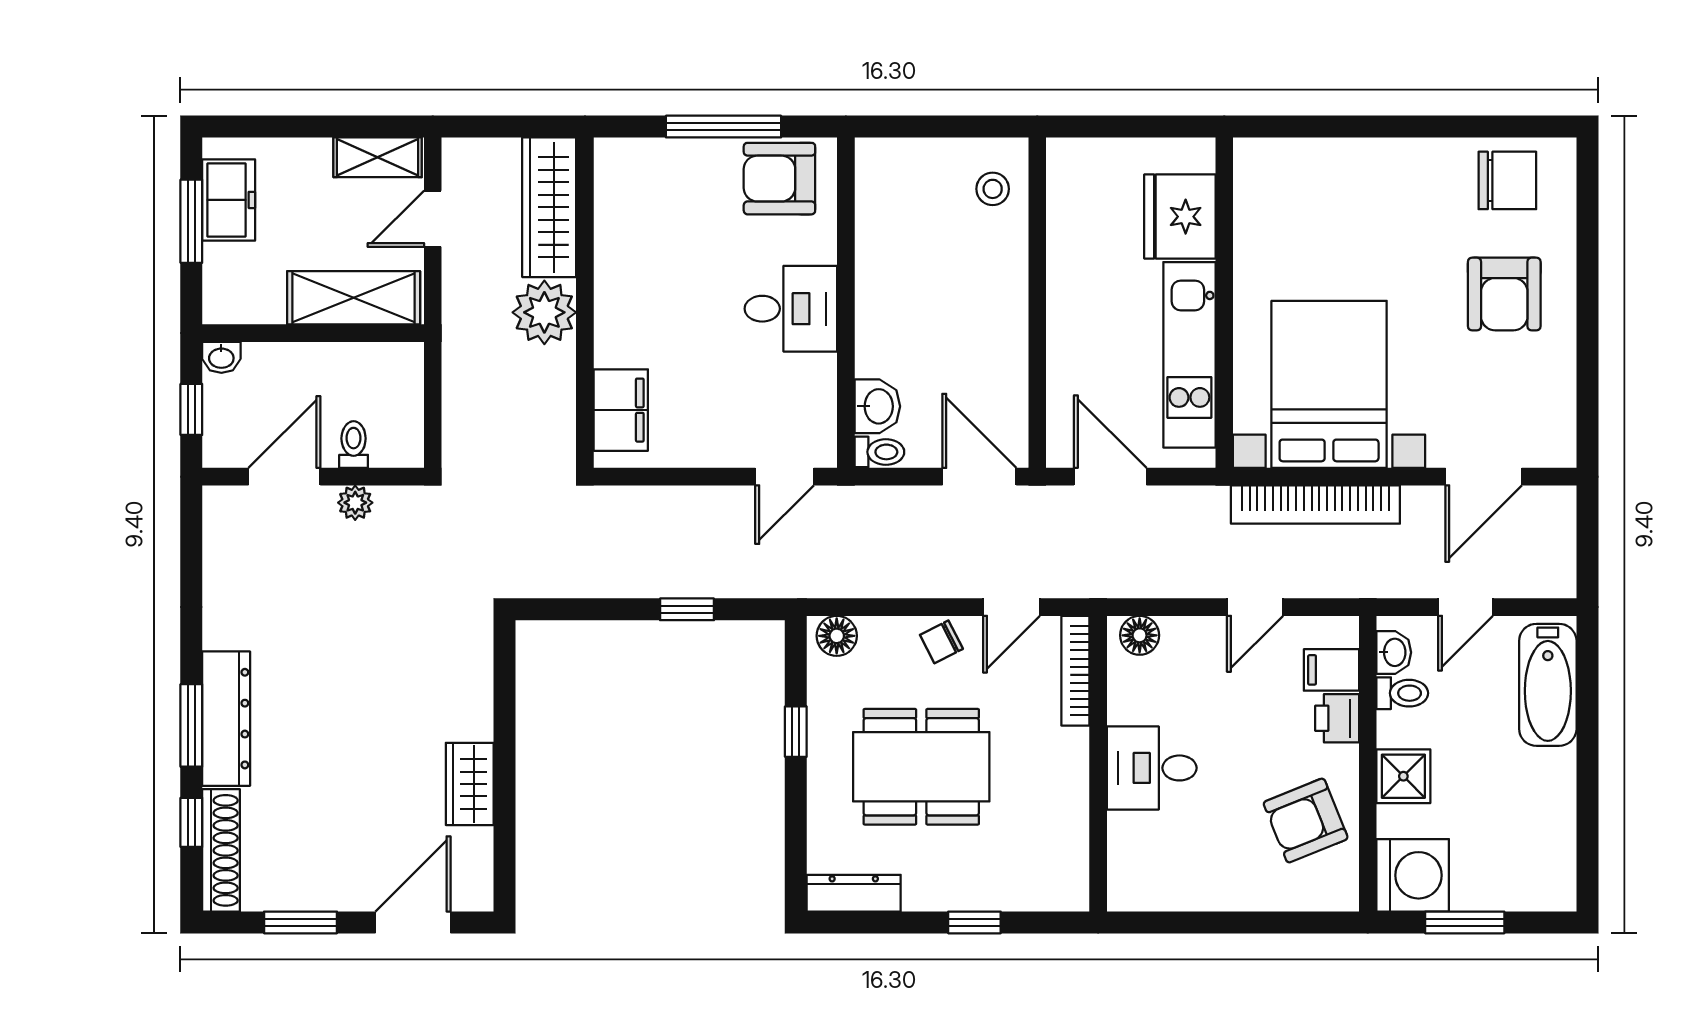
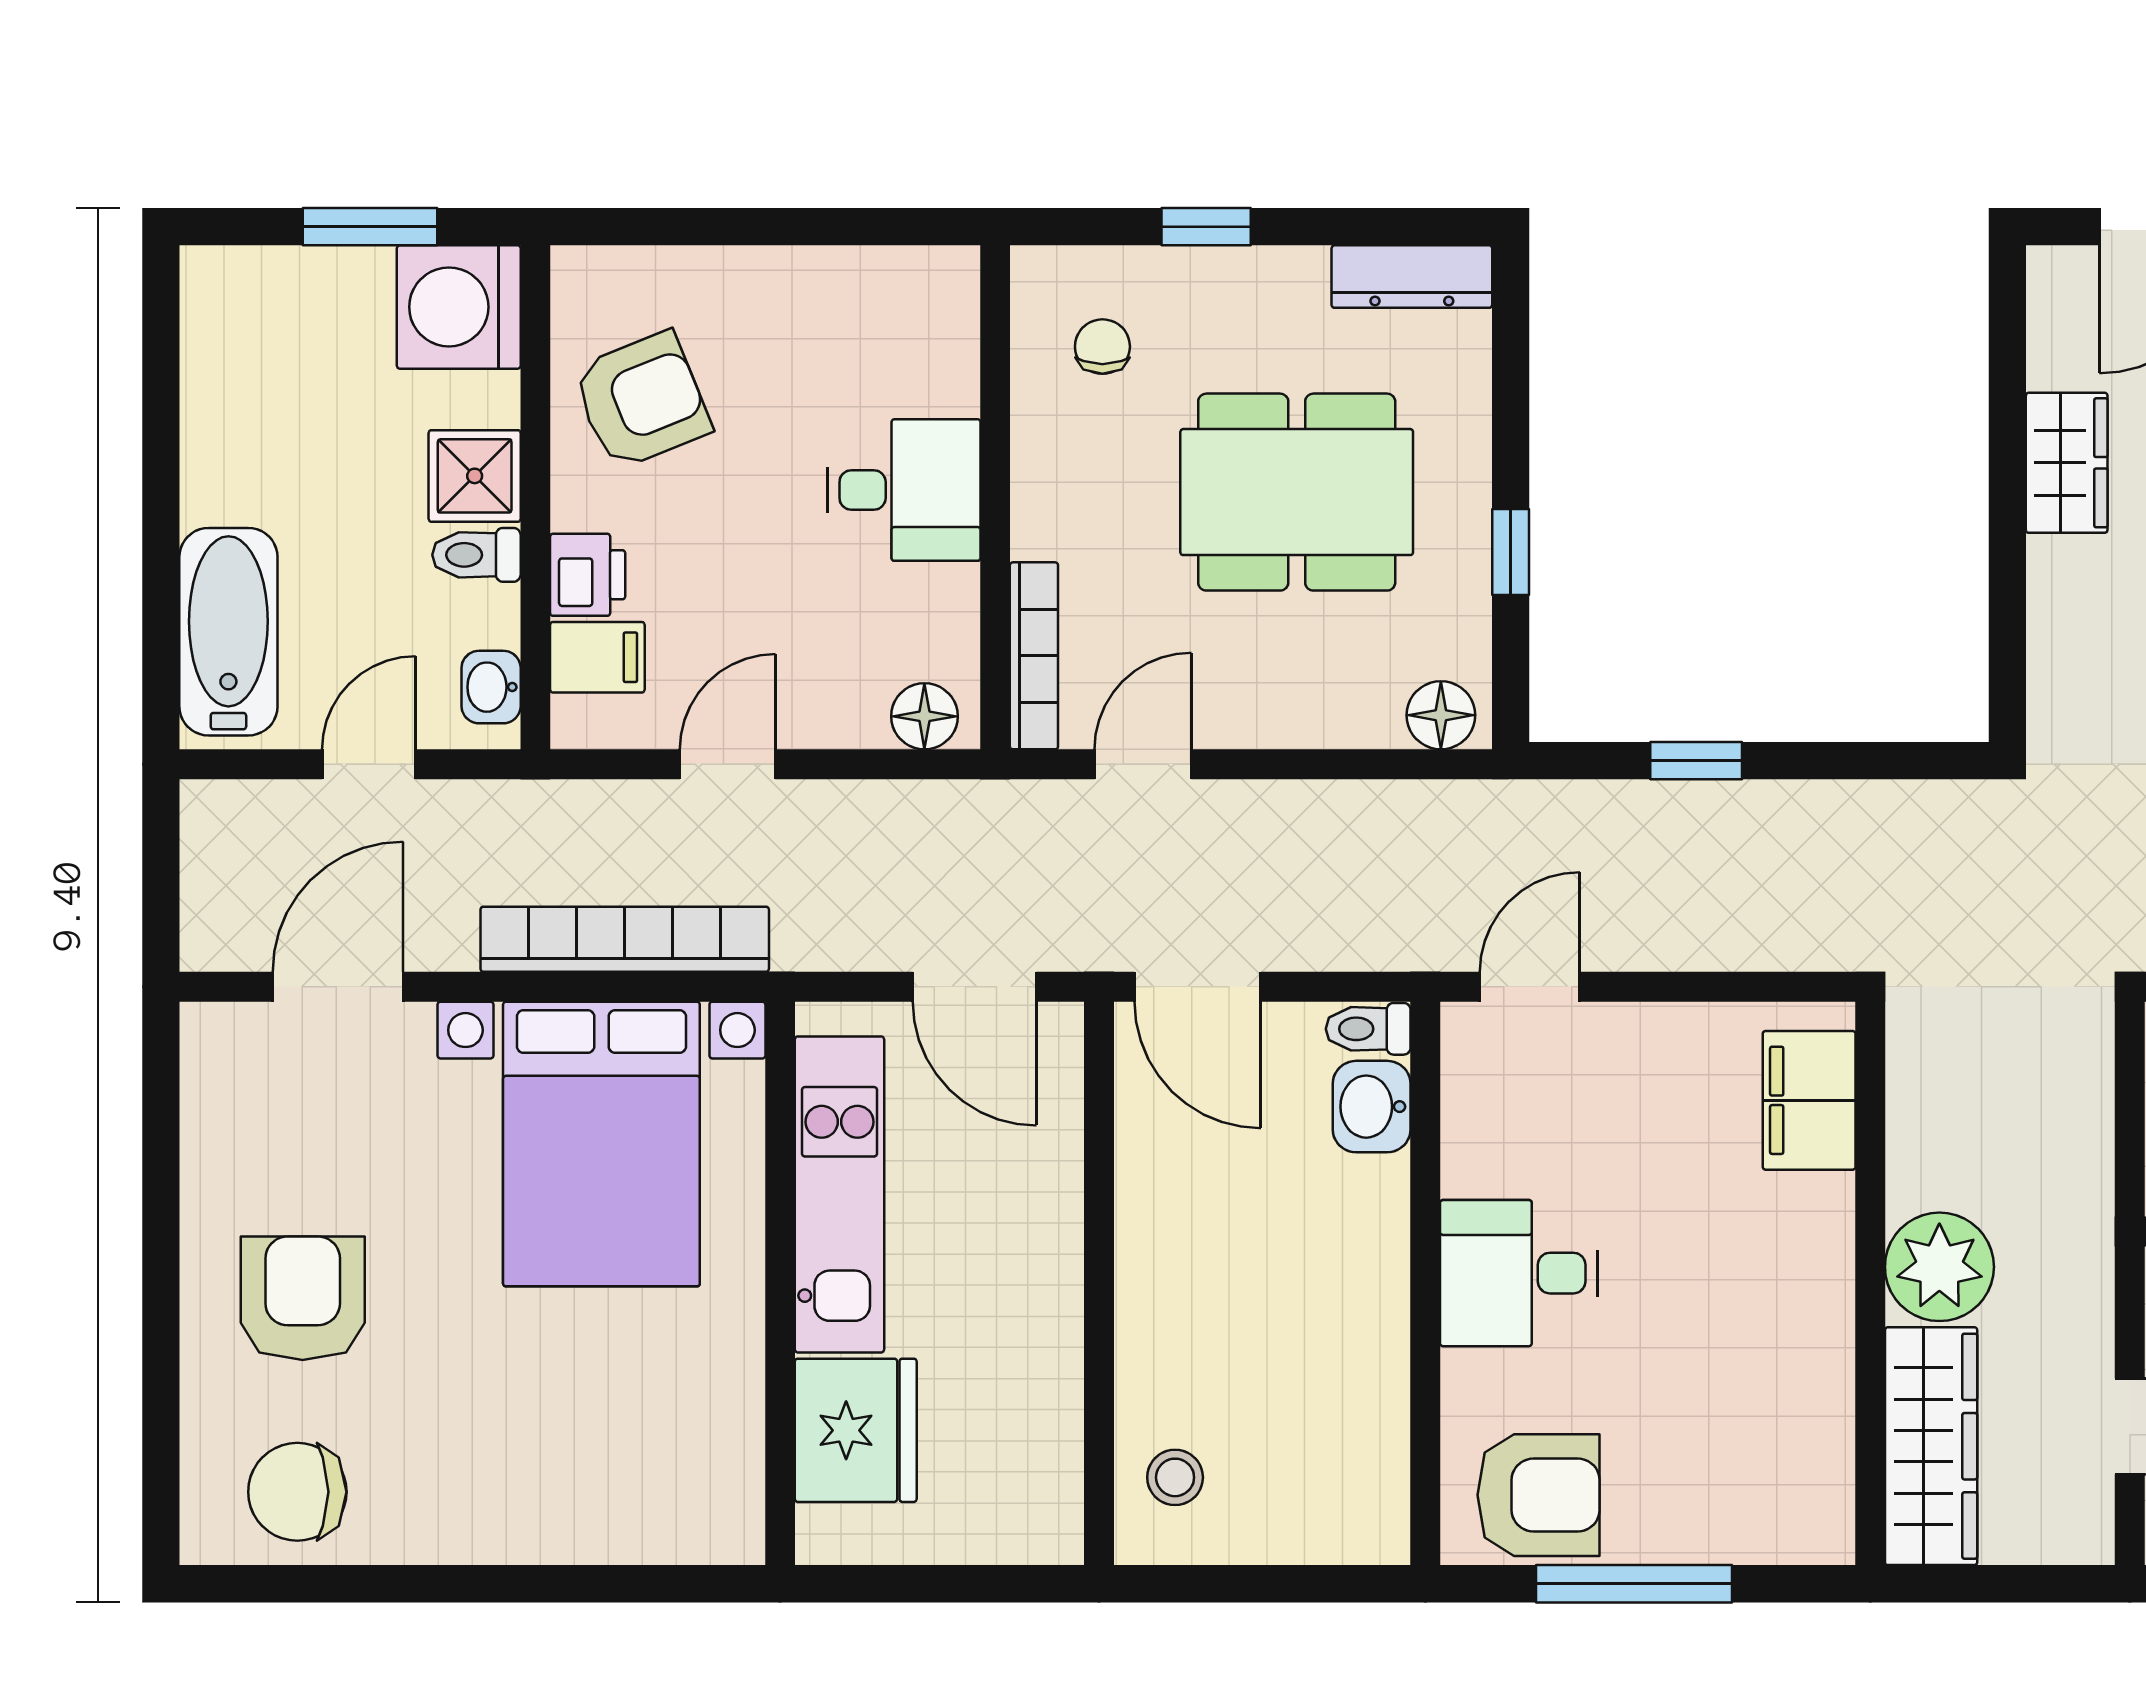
chair: (941, 642) -> (1102, 347), moved, turned -63
toilet: (1402, 693) -> (476, 555), moved

